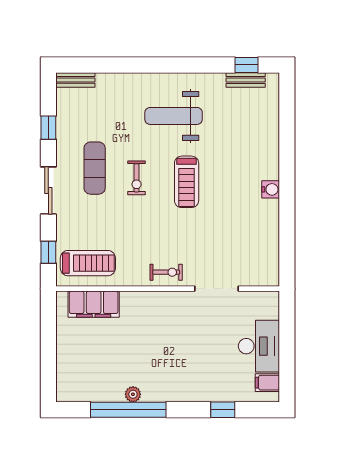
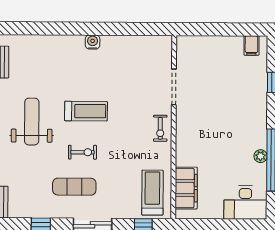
weight bench: (174, 116) -> (32, 122), turned 180
exercise bike: (166, 272) -> (160, 128), turned 180
desk: (259, 346) -> (245, 203), moved, turned 180

